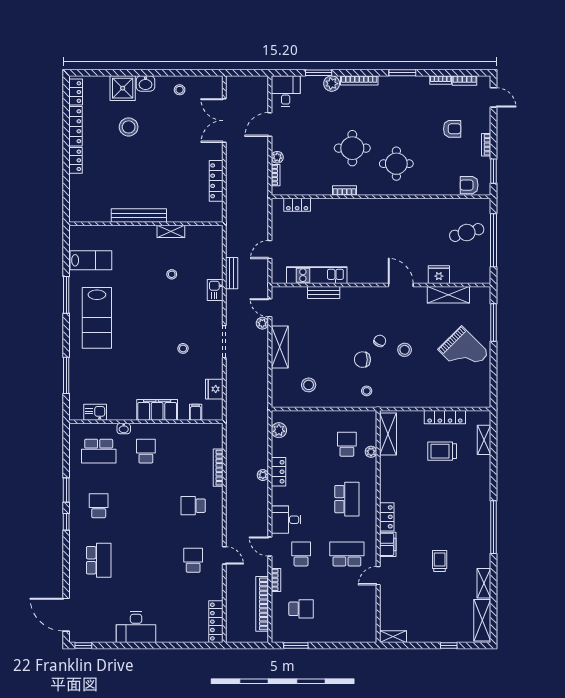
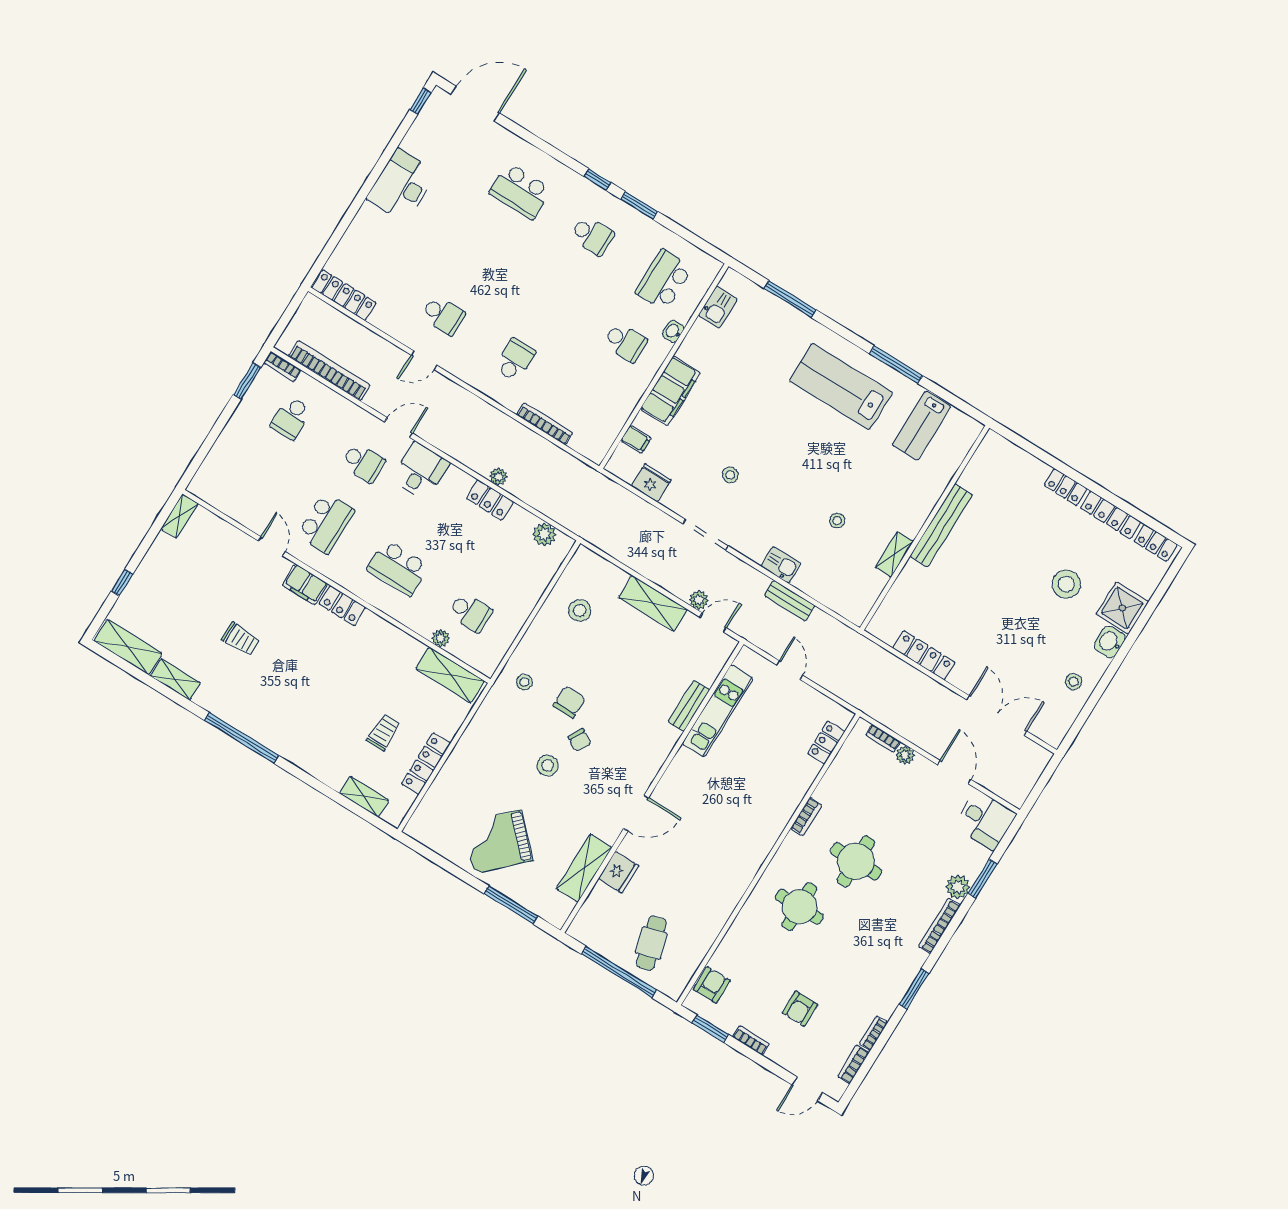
trolley: (442, 451) -> (383, 732), width x0.73, depth x0.72
bookcase: (276, 580) -> (282, 367), moved

